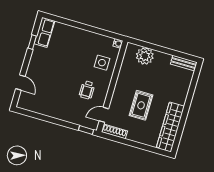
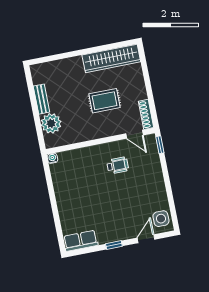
window: (32, 42) -> (114, 245), moved
side table: (102, 63) -> (161, 219), moved
bench: (183, 63) -> (41, 99), moved

